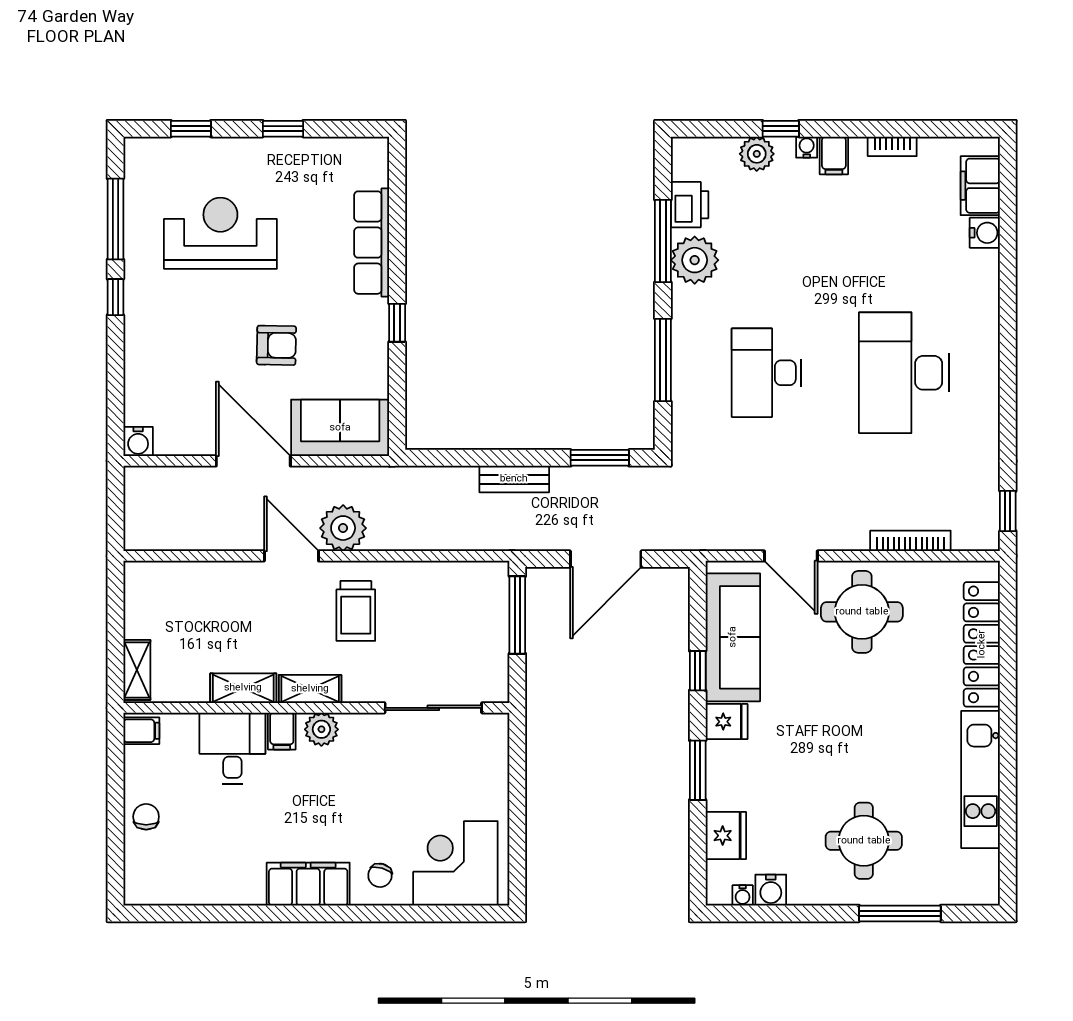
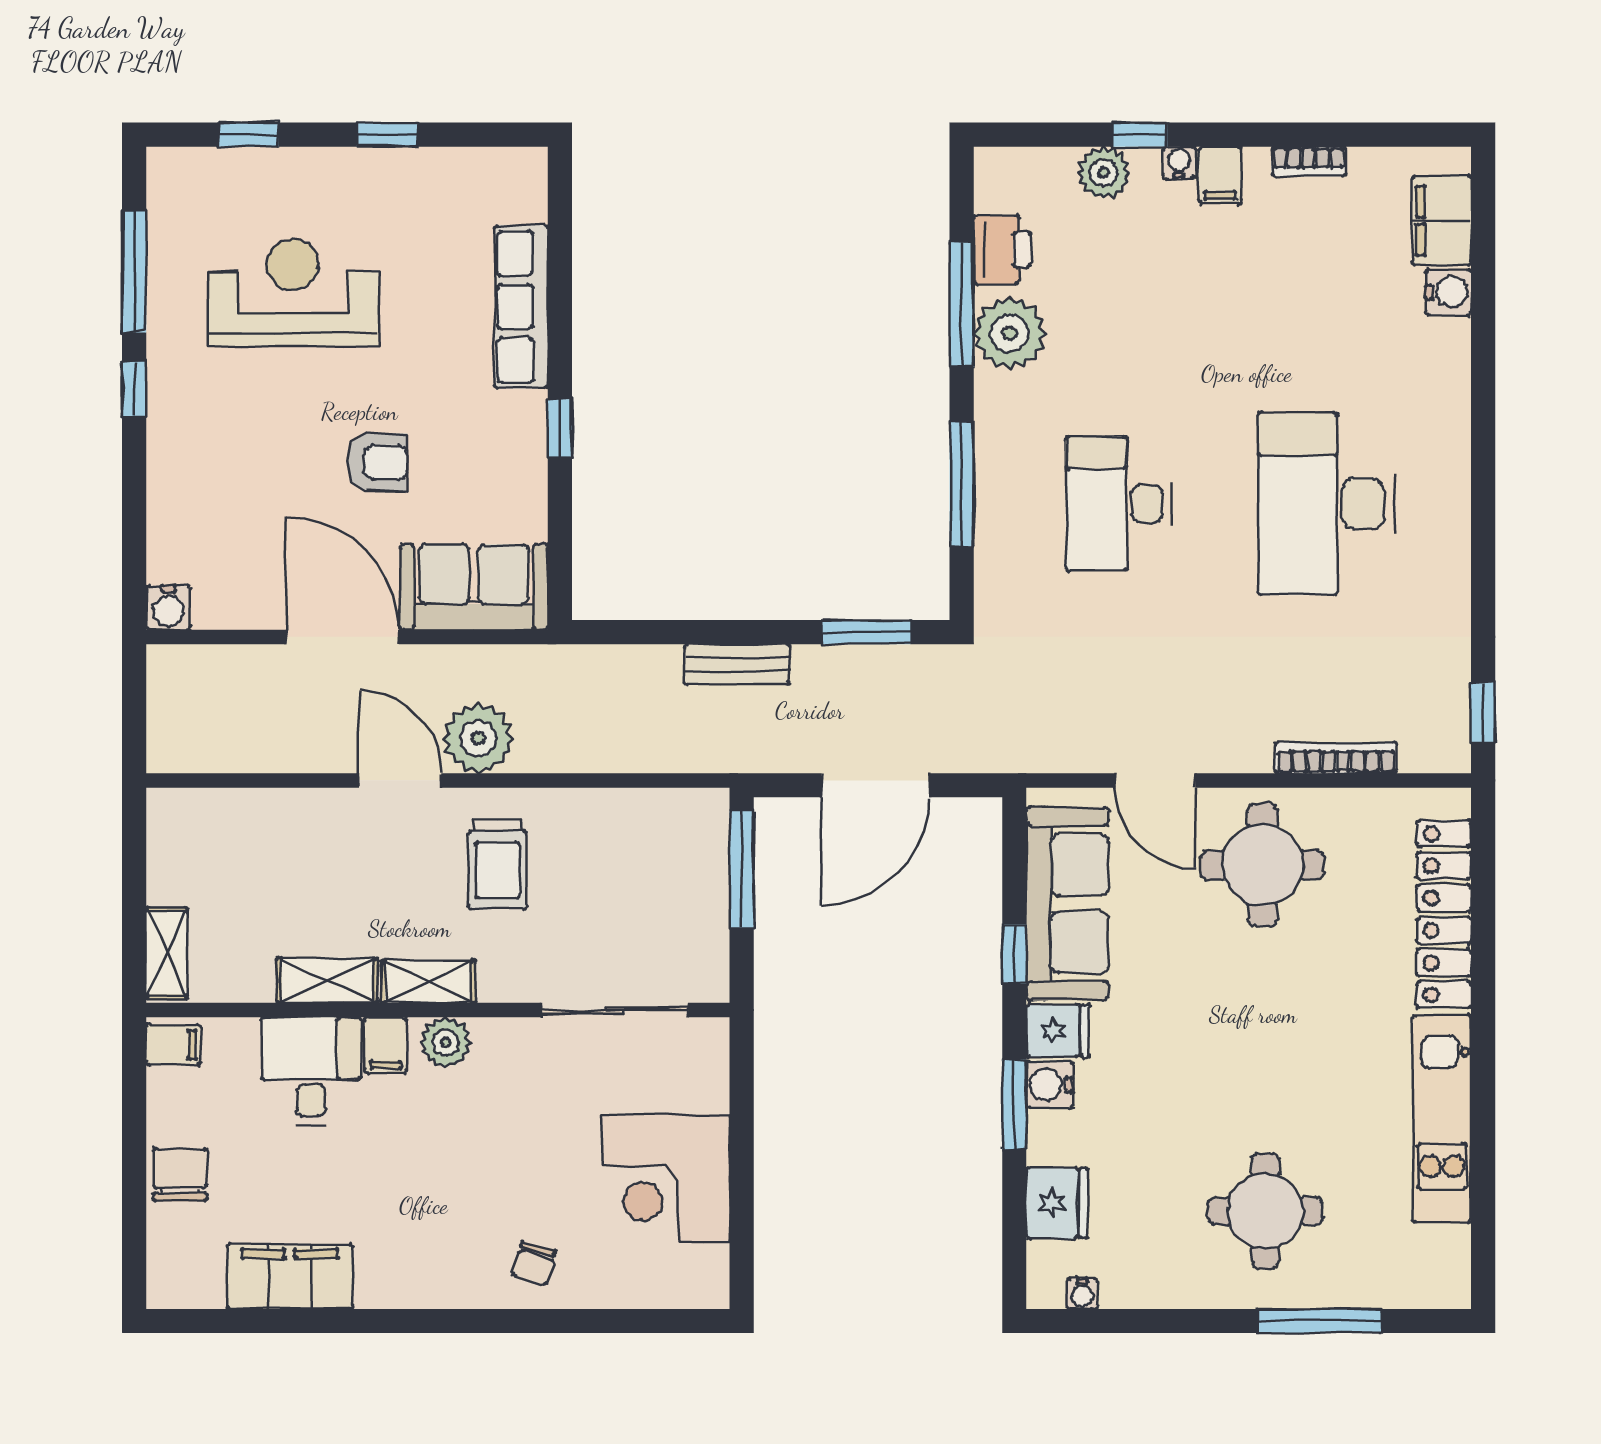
chair: (146, 817) -> (180, 1175), width x1.37, depth x1.37
corner desk: (455, 863) -> (666, 1179), moved, turned -90
filing cabinet: (308, 884) -> (290, 1276), moved
water cooler: (771, 890) -> (1050, 1085), moved, turned 90

